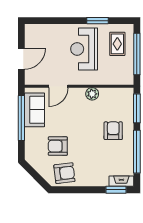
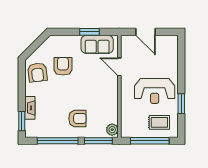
reception desk: (84, 49) -> (155, 91), turned 180
plant: (92, 94) -> (112, 130), moved
window: (21, 118) -> (89, 32), width x0.47
fireplace: (121, 181) -> (30, 108), moved

